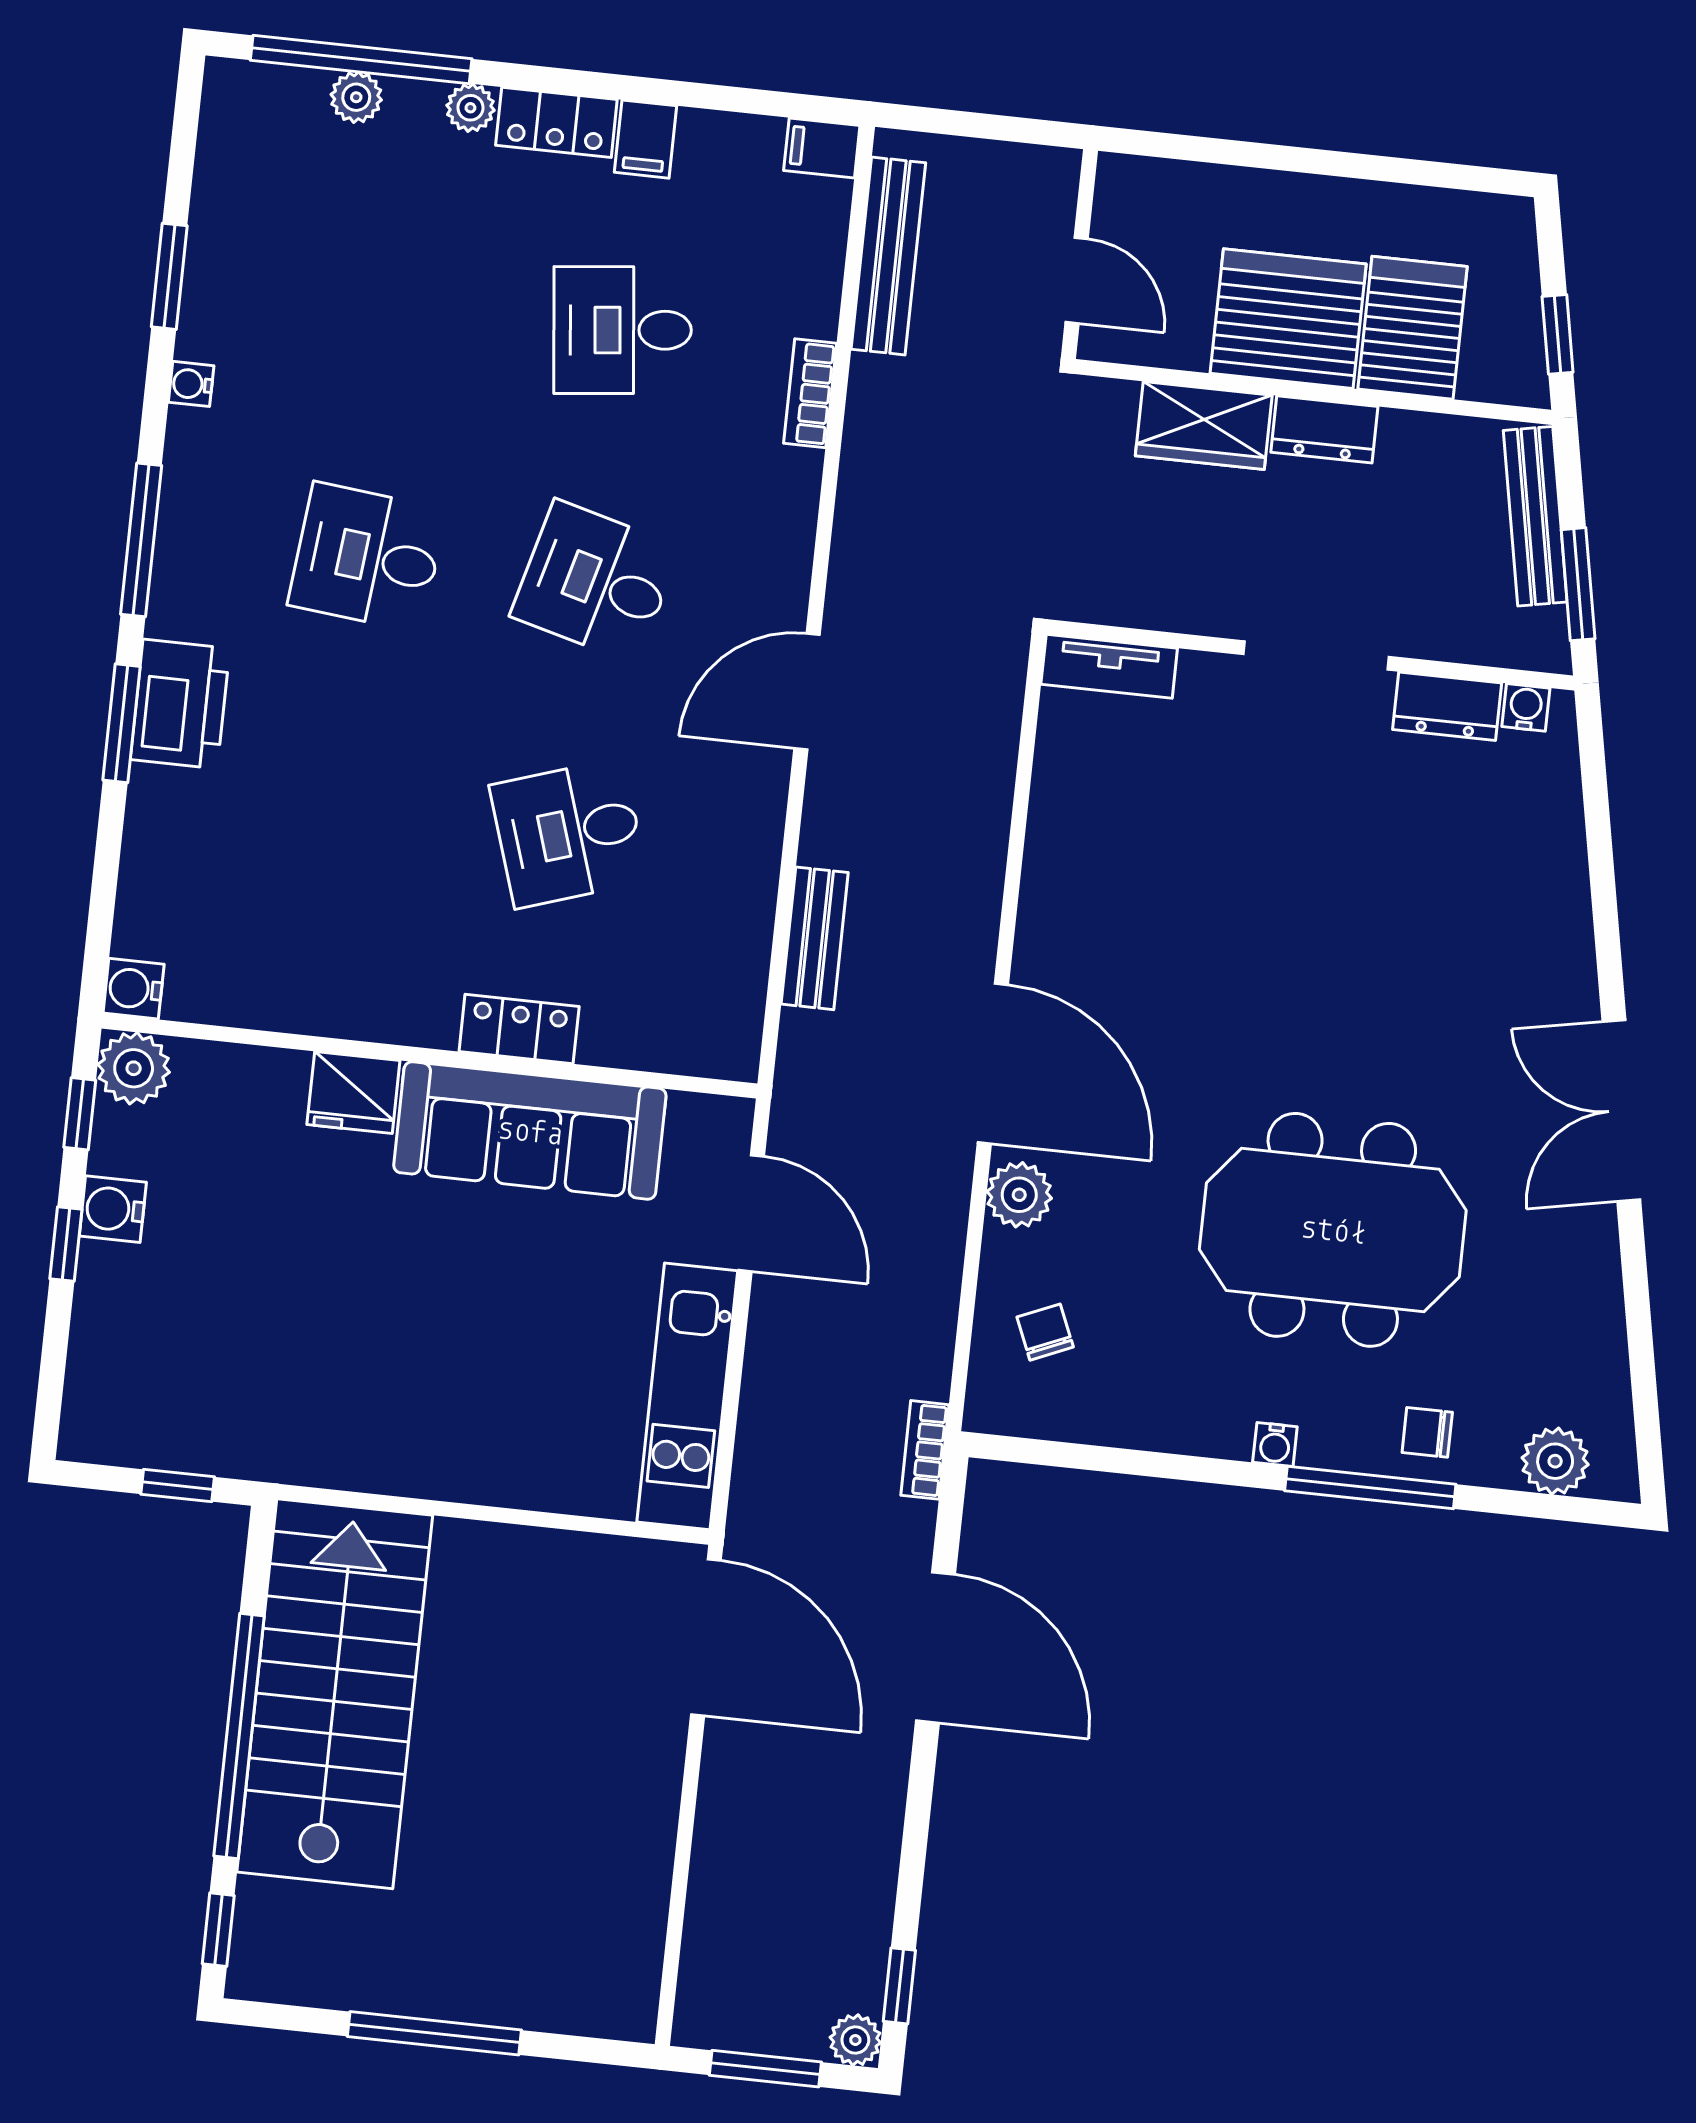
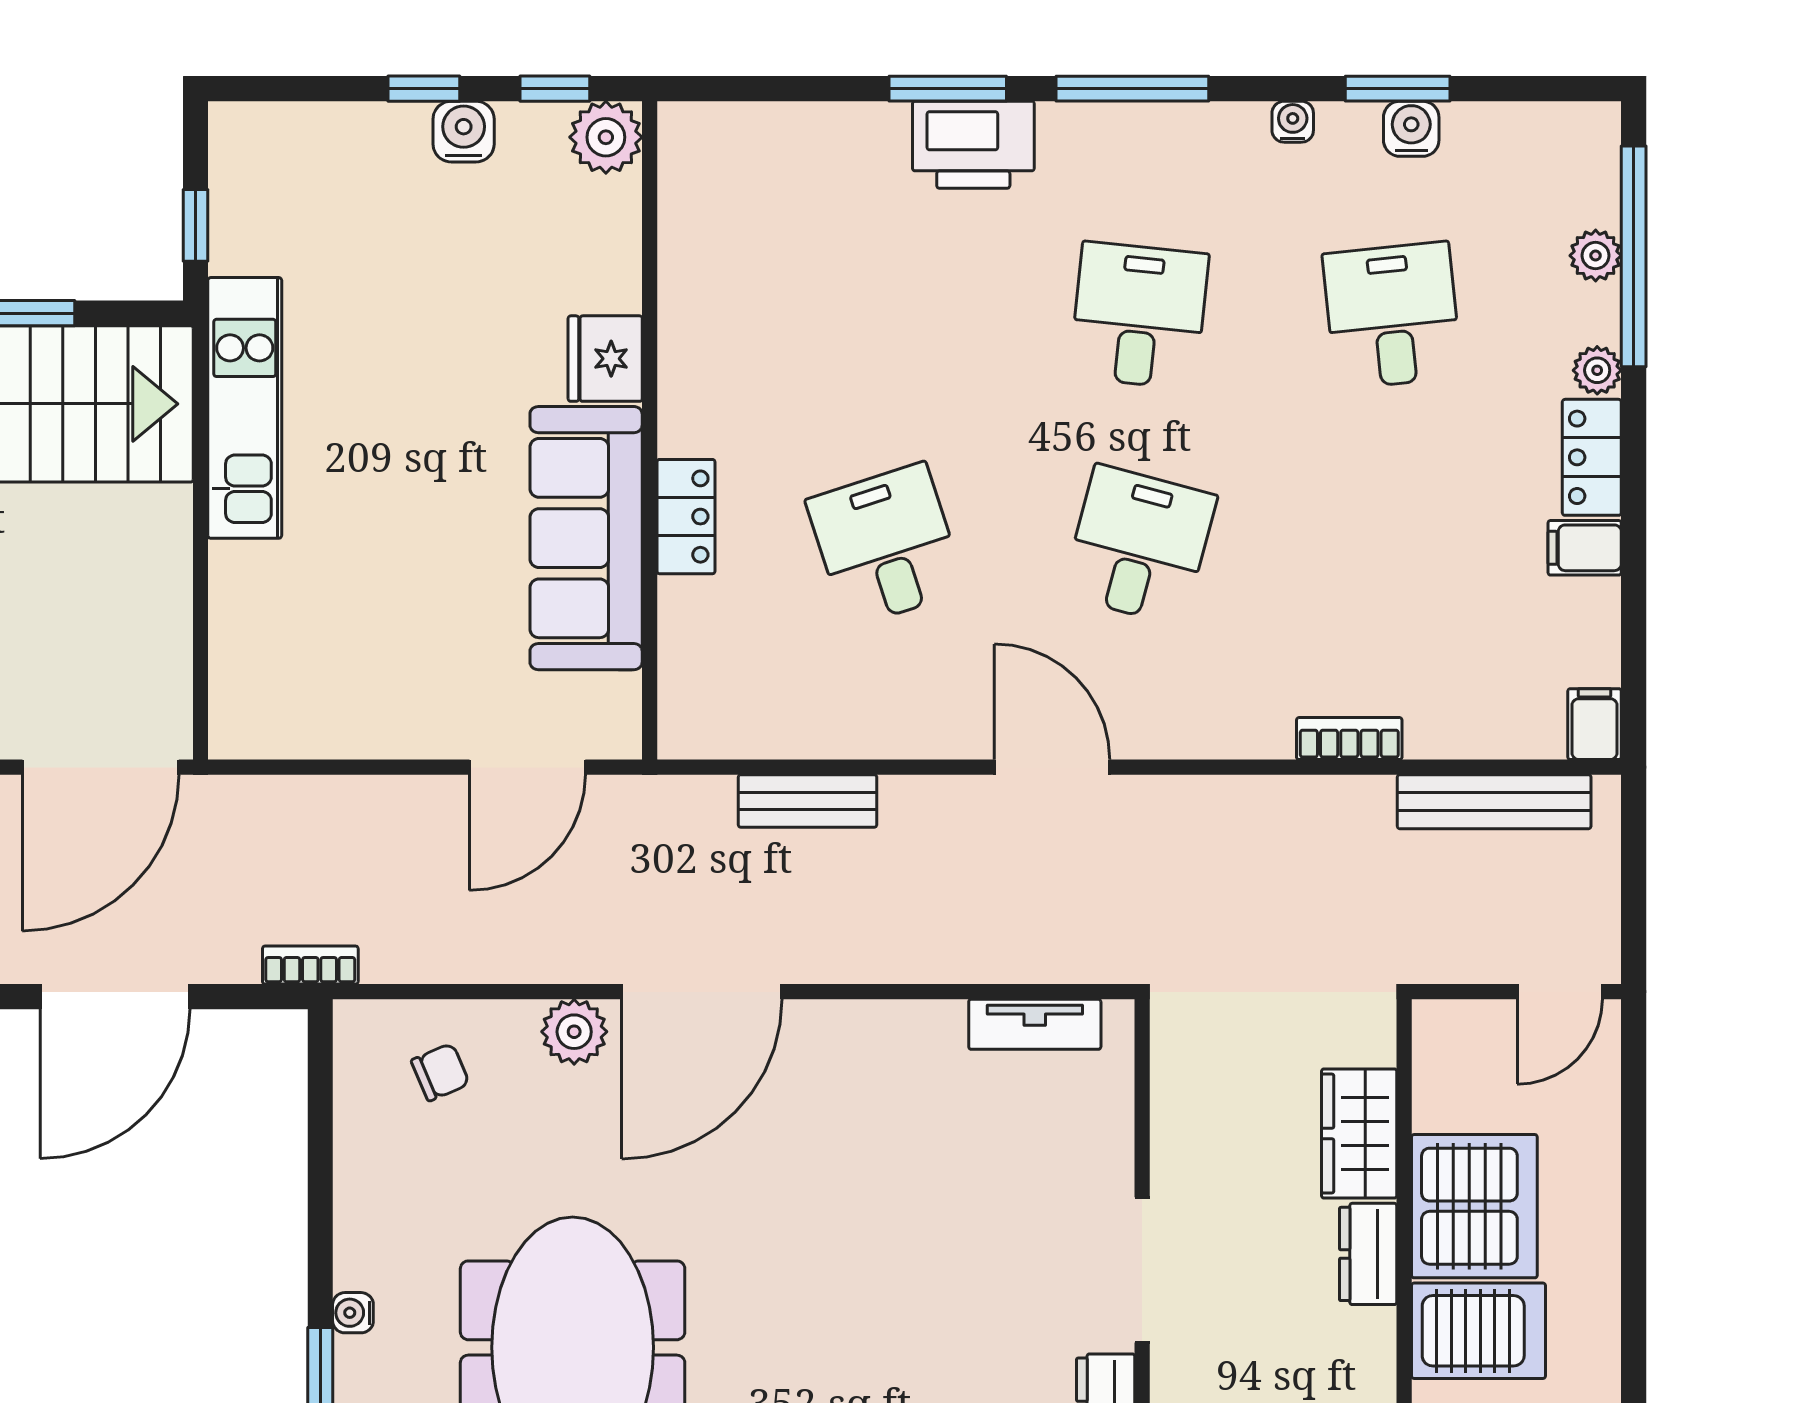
door: (1077, 280) -> (1560, 992), moved
desk: (623, 330) -> (1392, 315), moved
tv unit: (1109, 666) -> (1035, 1024), moved, turned -90
water cooler: (134, 989) -> (1411, 129), moved
kitchen unit: (687, 1396) -> (245, 408), moved, turned 90

